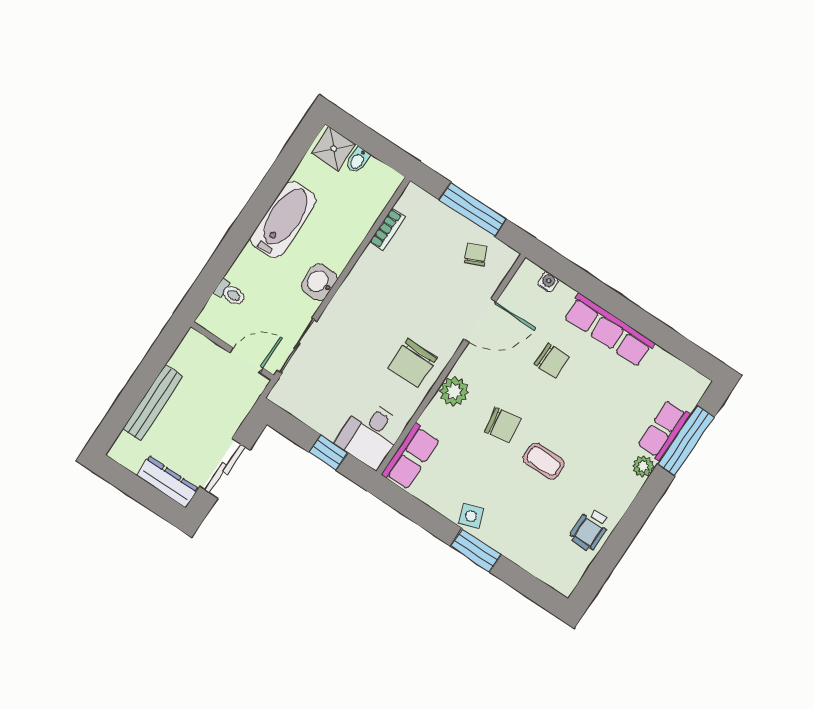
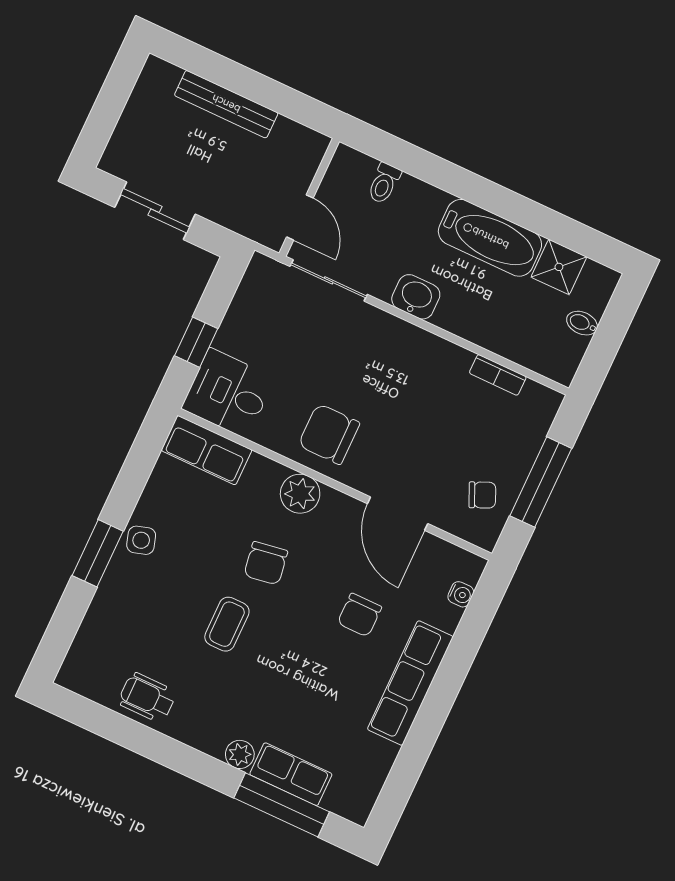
shower: (334, 149) -> (559, 267), moved
dresser: (167, 482) -> (126, 139), removed

